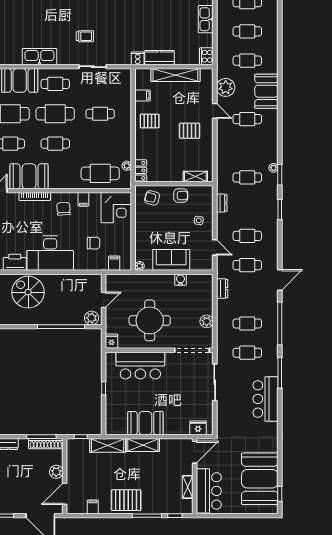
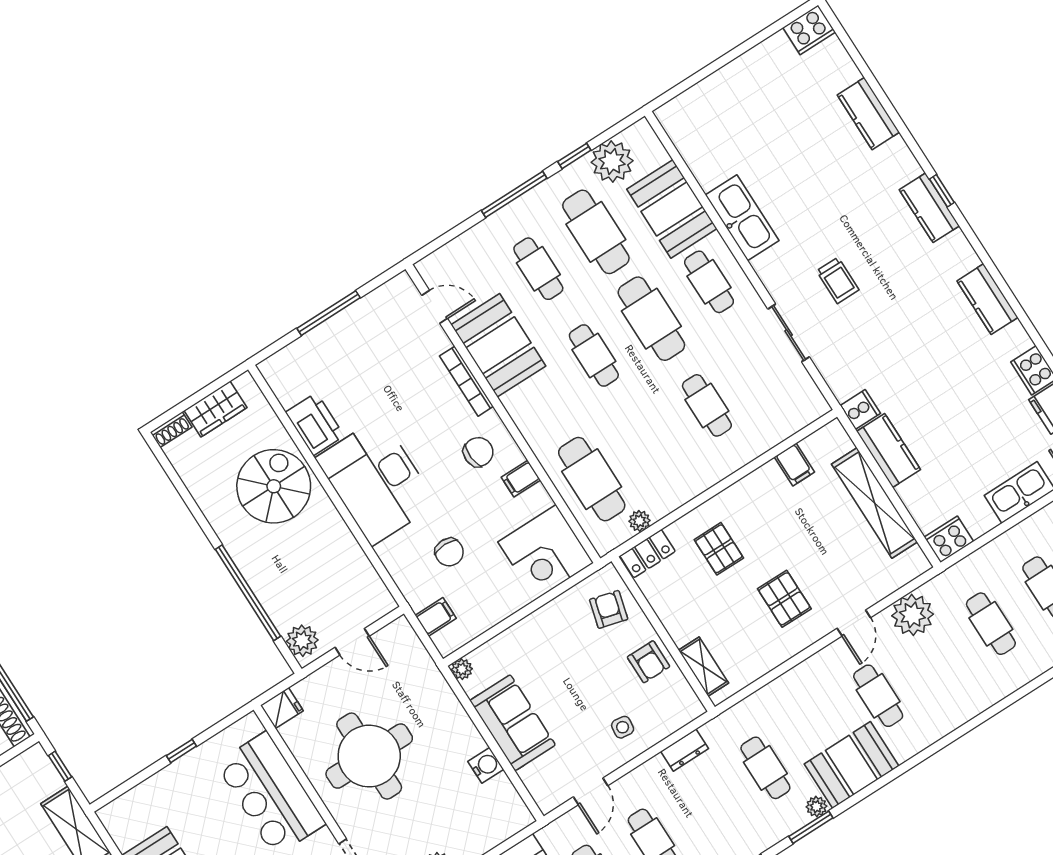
booth: (266, 91) -> (852, 765), moved
pallet: (150, 121) -> (719, 549), moved

